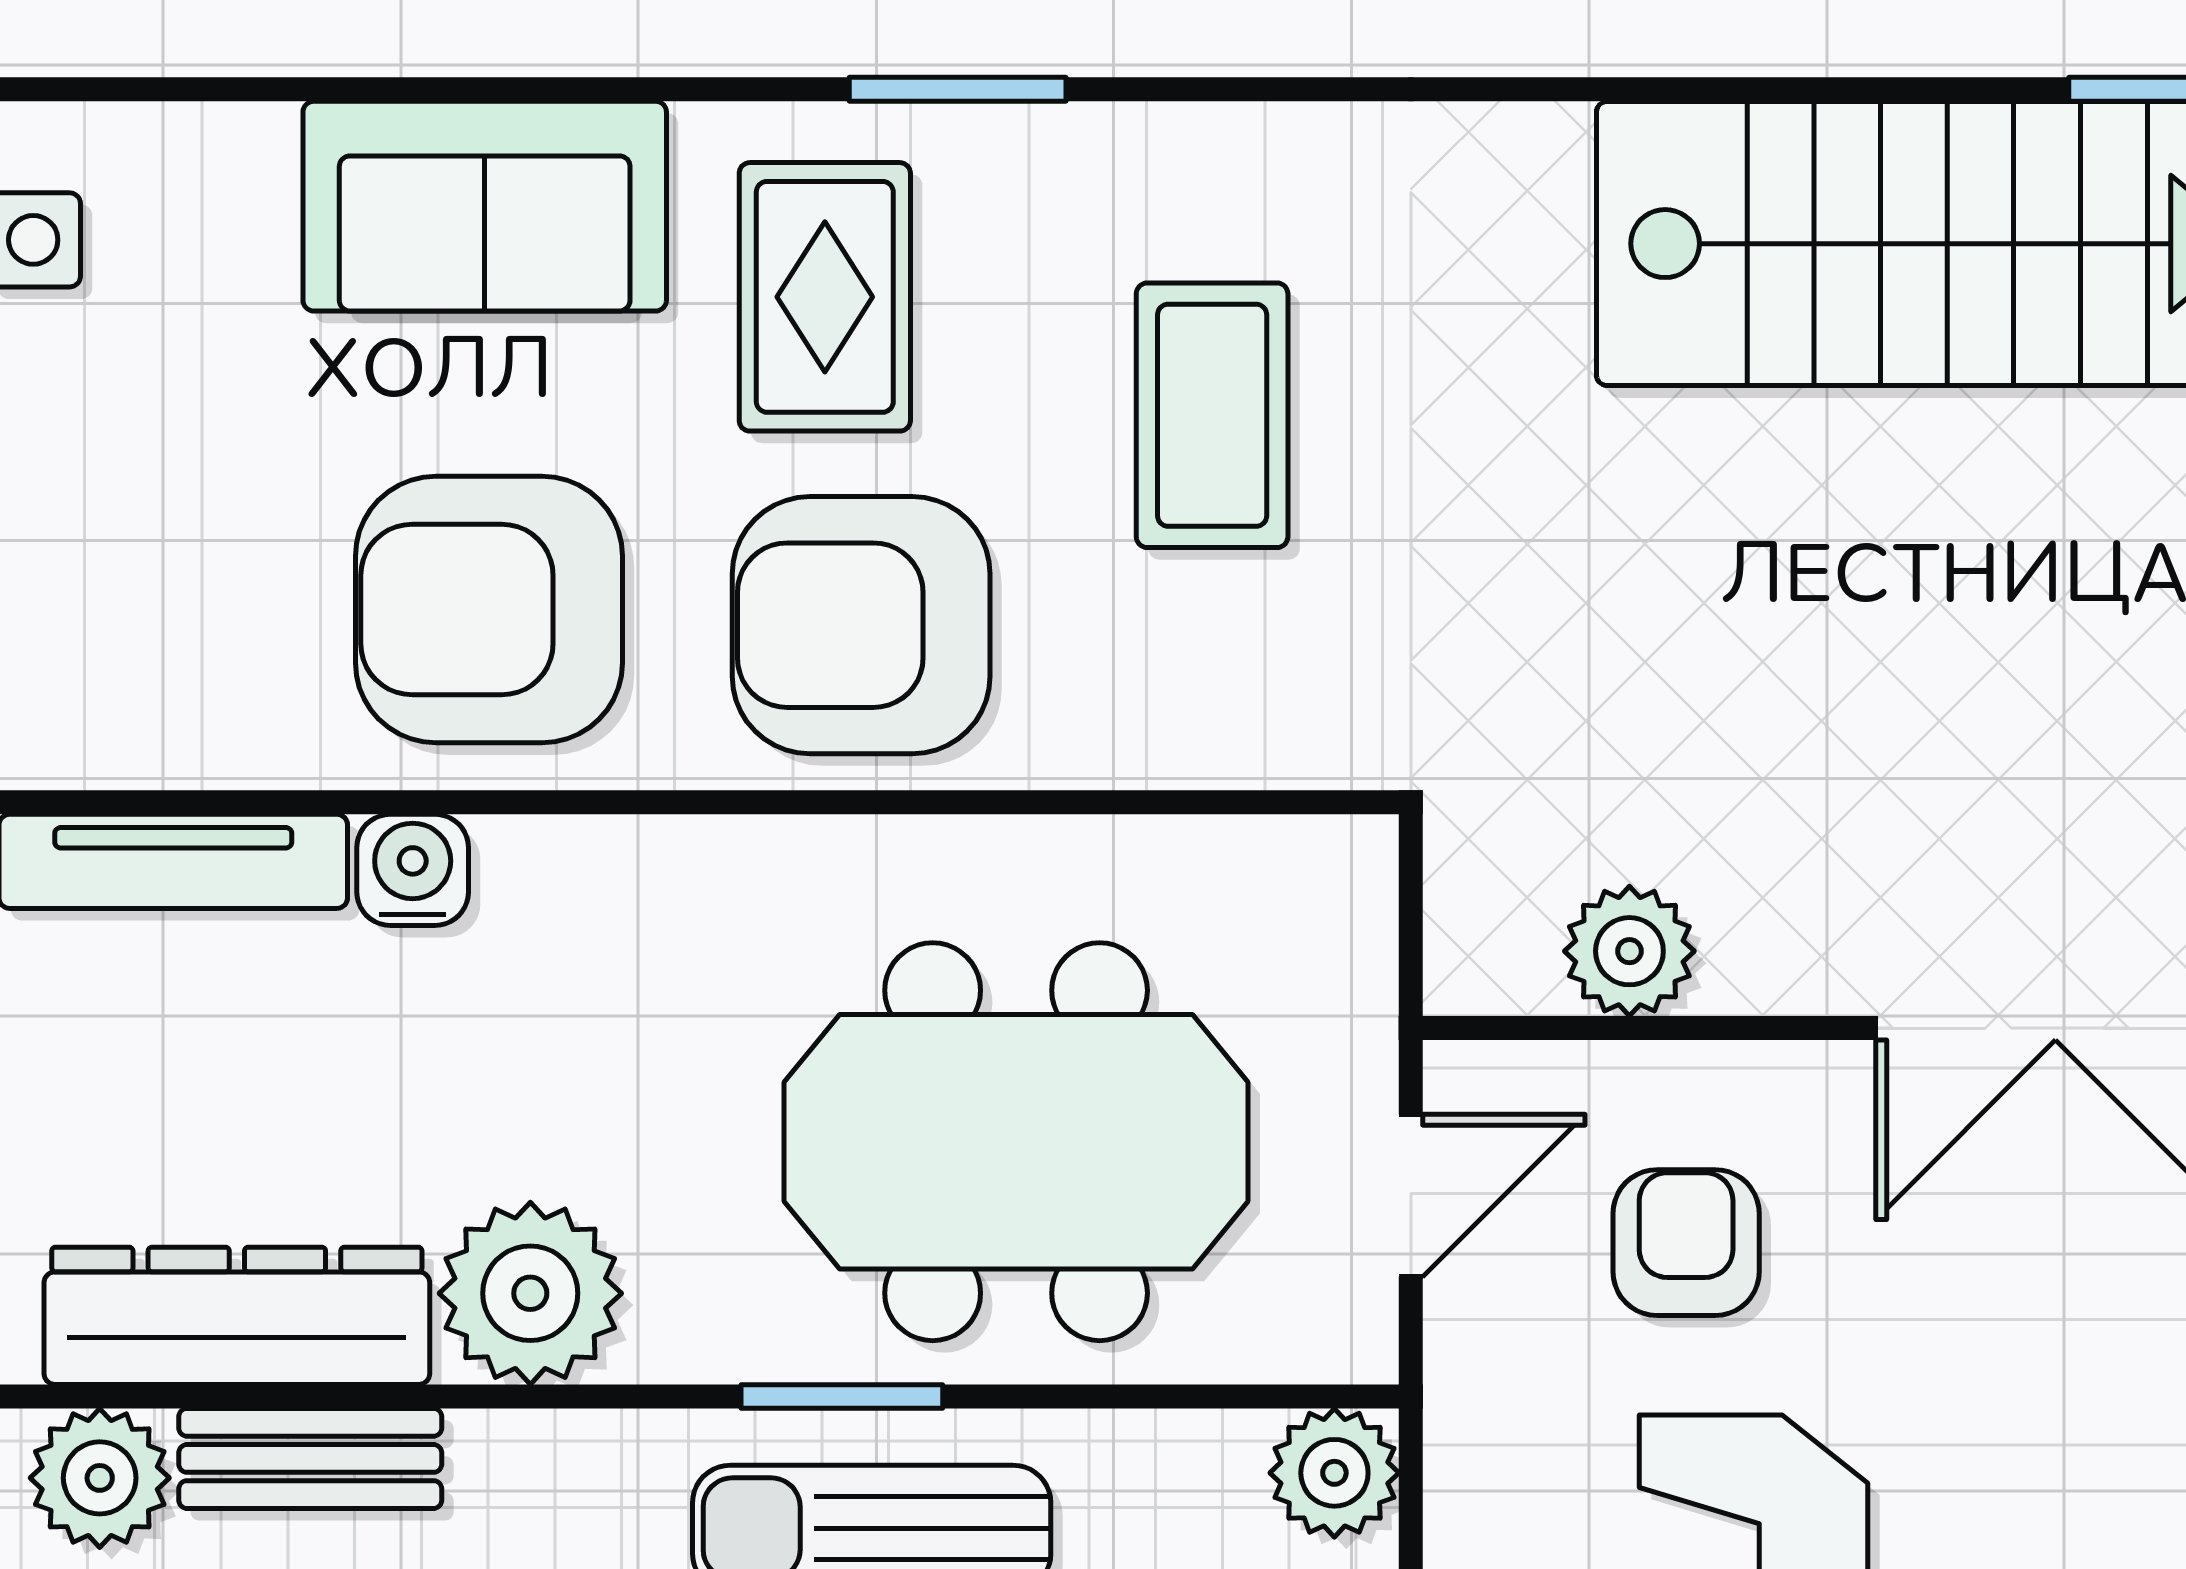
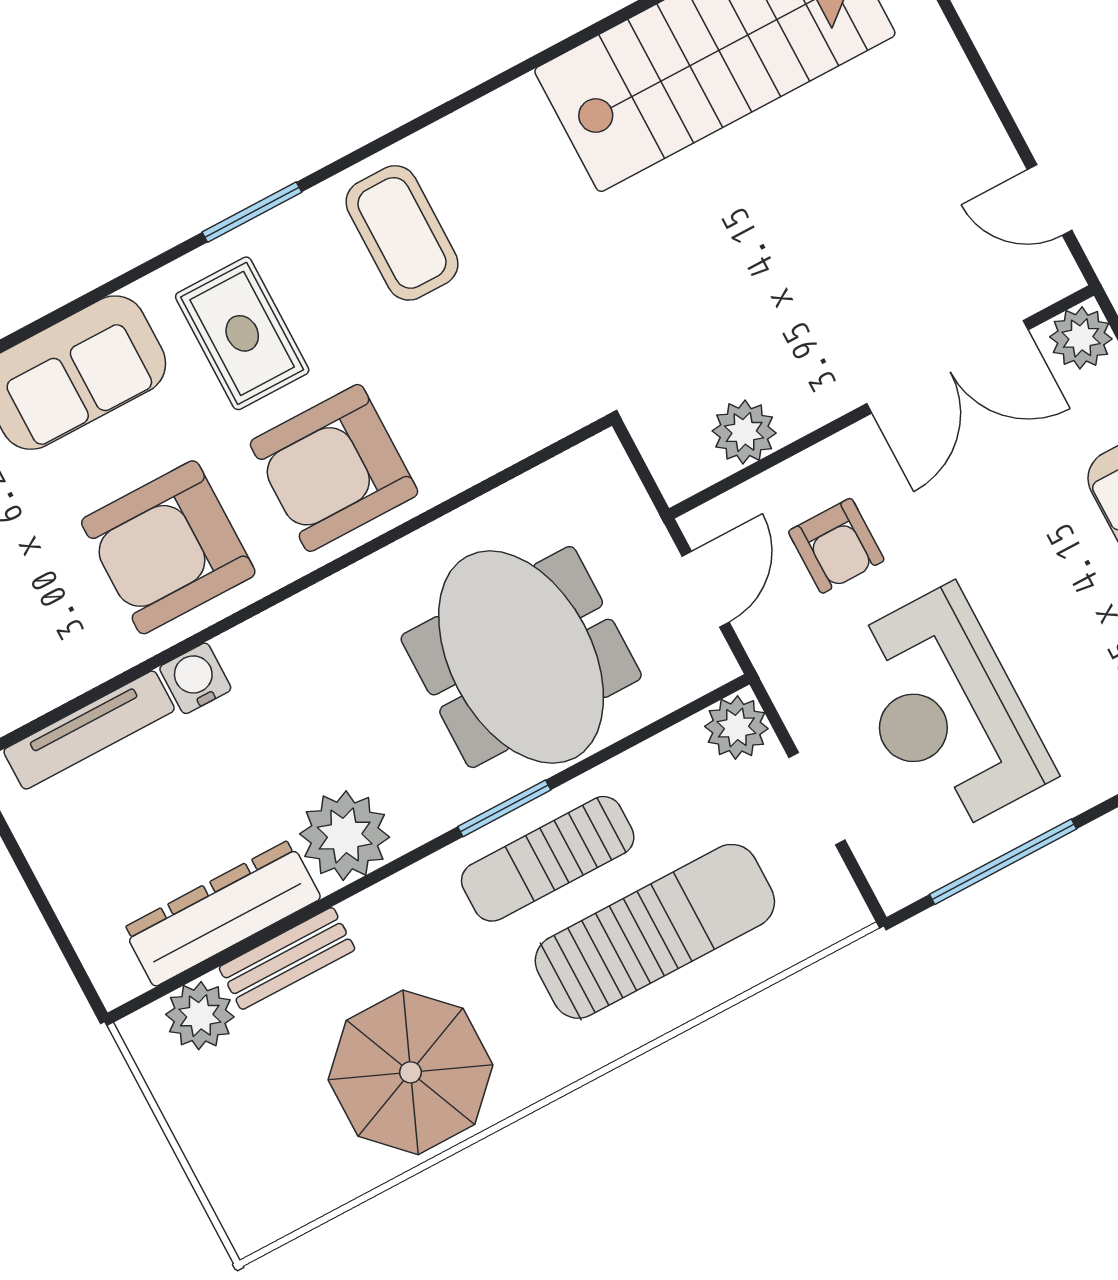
coffee table: (1212, 415) -> (402, 233), moved
meeting table: (1016, 1142) -> (521, 657), turned 90
armchair: (1686, 1243) -> (836, 546), turned 180

